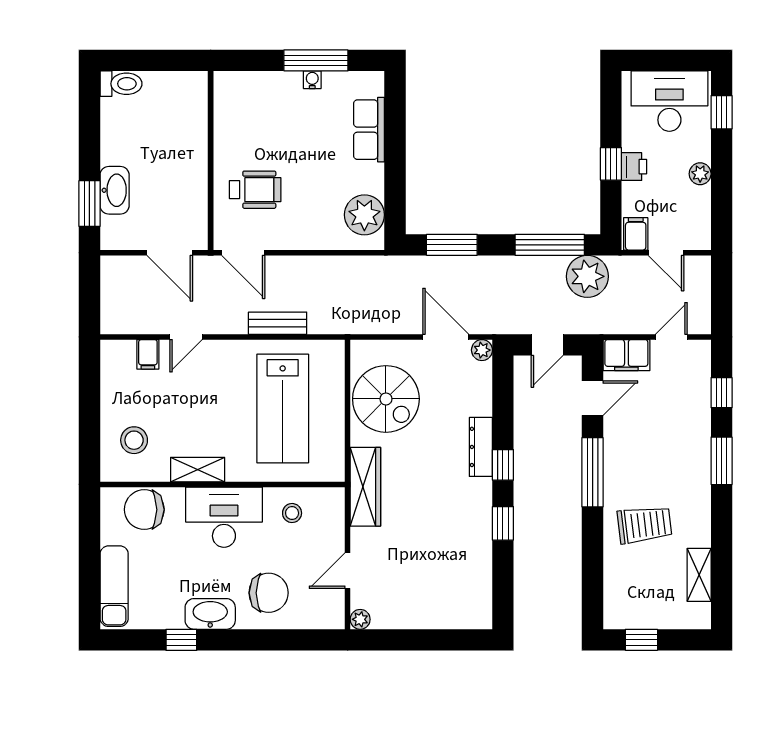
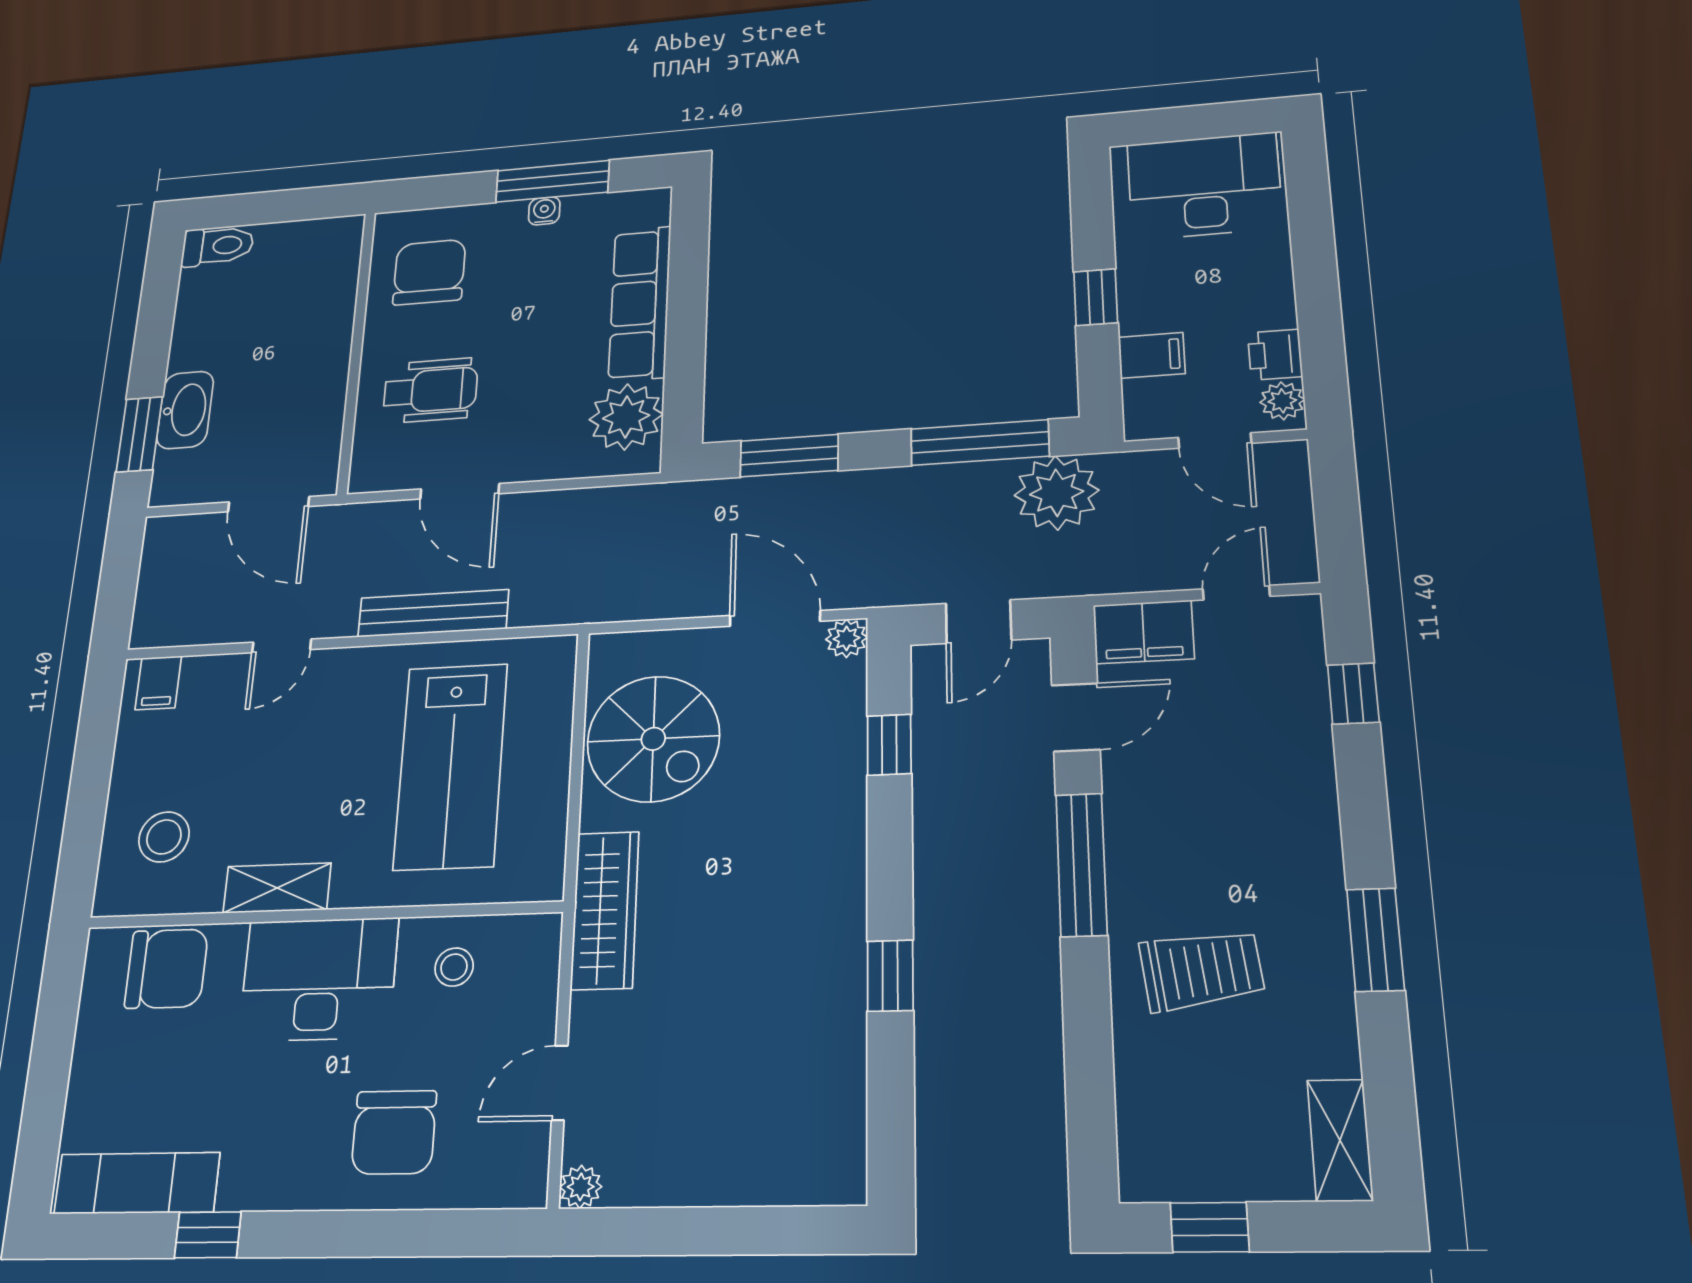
window: (722, 112) -> (1308, 195), removed
chair: (249, 114) -> (429, 272), added
row of seats: (369, 130) -> (640, 303), width x1.48
printer: (634, 167) -> (1275, 355), moved, turned 180
plant: (700, 174) -> (1282, 401), moved
filing cabinet: (636, 234) -> (1152, 355), moved, turned 90
door: (243, 253) -> (460, 491), moved
bench: (278, 323) -> (433, 613), width x1.36
filing cabinet: (148, 354) -> (158, 683), moved
dresser: (481, 447) -> (844, 823), removed
window: (722, 461) -> (1375, 940), moved
window: (503, 465) -> (889, 745), moved
chair: (144, 510) -> (166, 969), turned 180
shelving: (699, 575) -> (1340, 1140), moved
exam couch: (114, 586) -> (137, 1183), moved, turned -90
chair: (269, 593) -> (394, 1132), turned 90
washbasin: (210, 614) -> (272, 1179), removed

